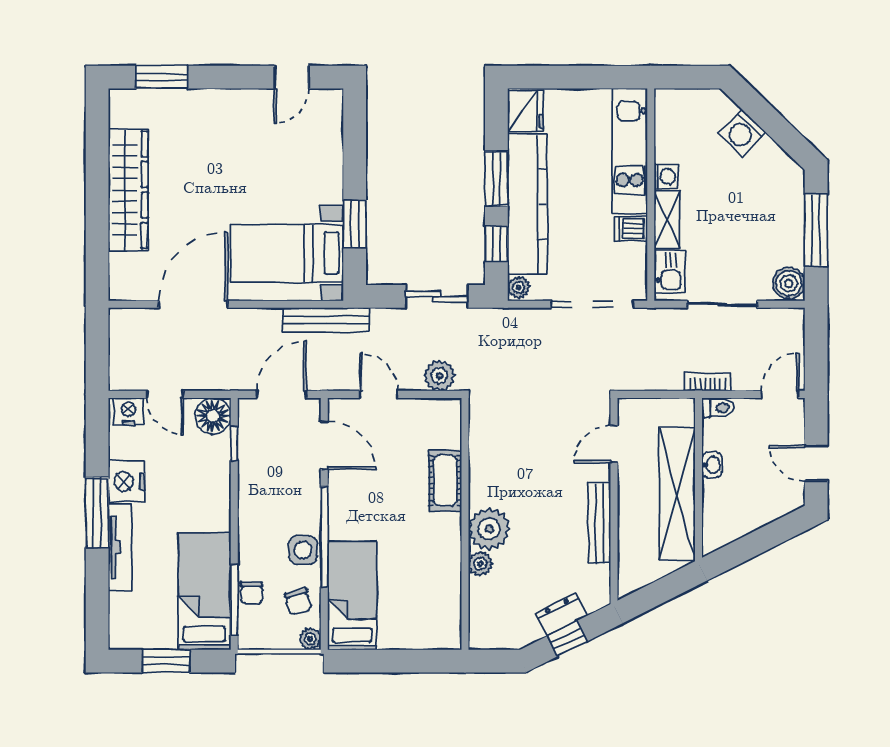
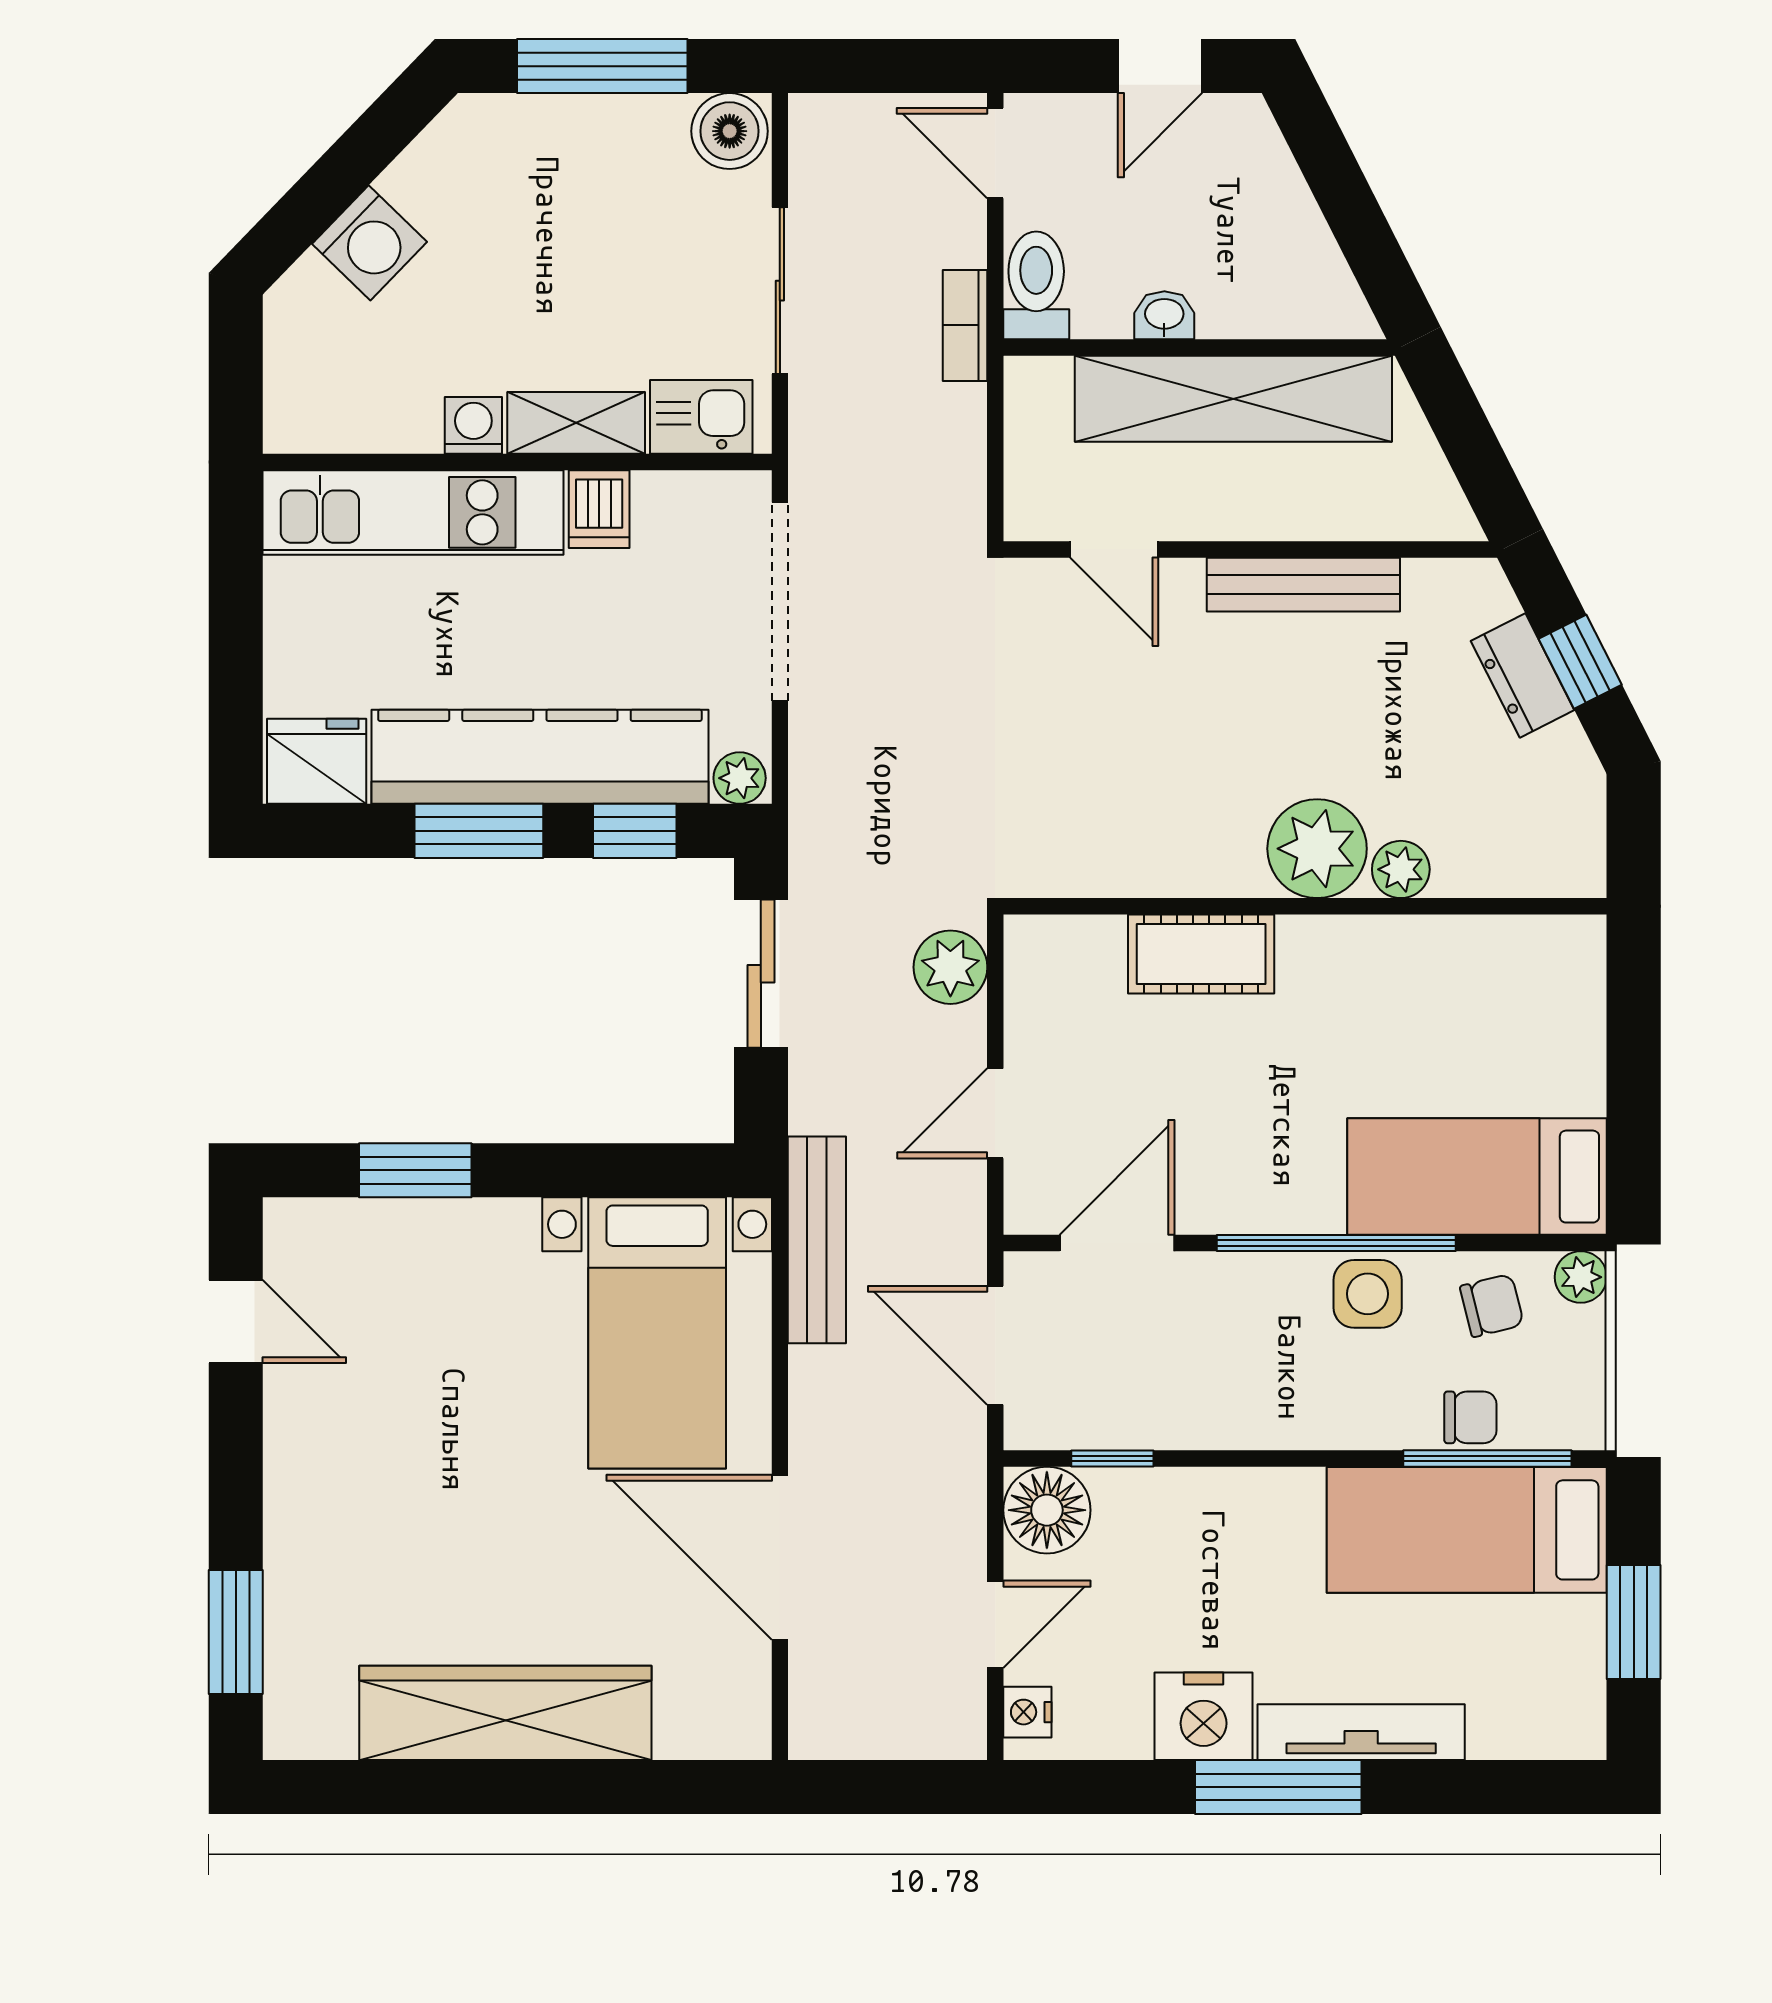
window: (355, 224) -> (415, 1170), moved
toilet: (718, 408) -> (1036, 285), width x1.37, depth x1.39
nightstand: (128, 411) -> (1027, 1712), width x0.72, depth x0.74

